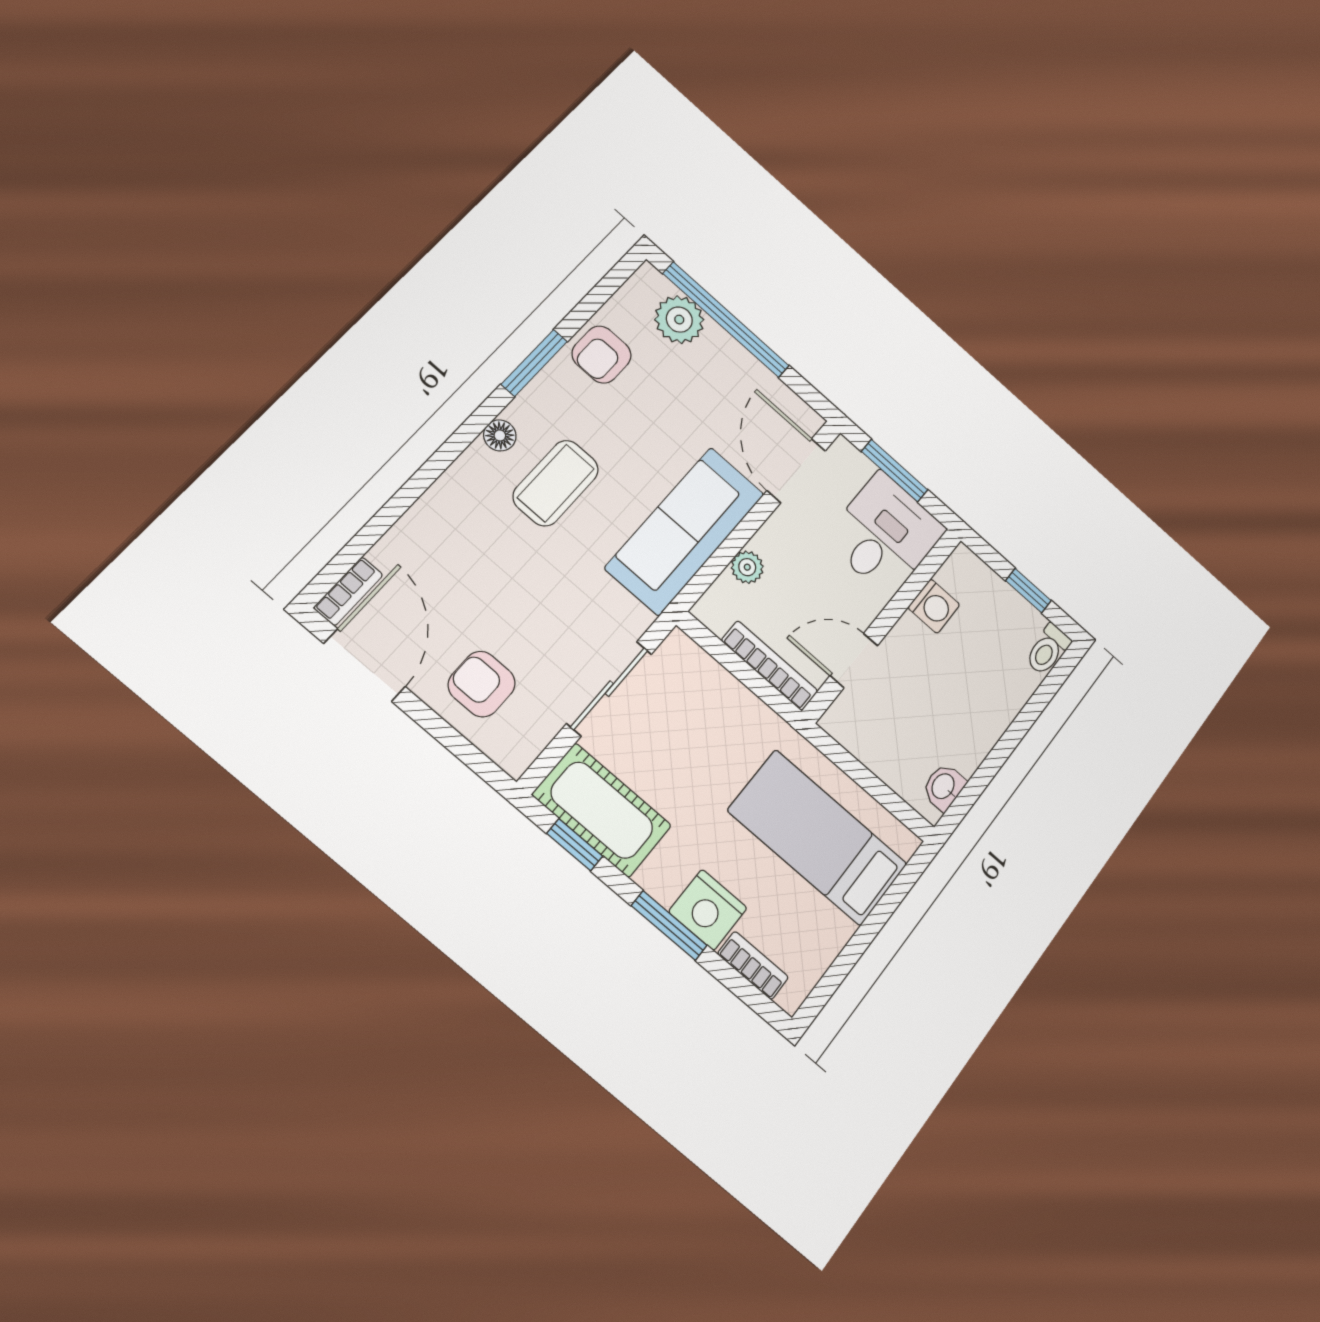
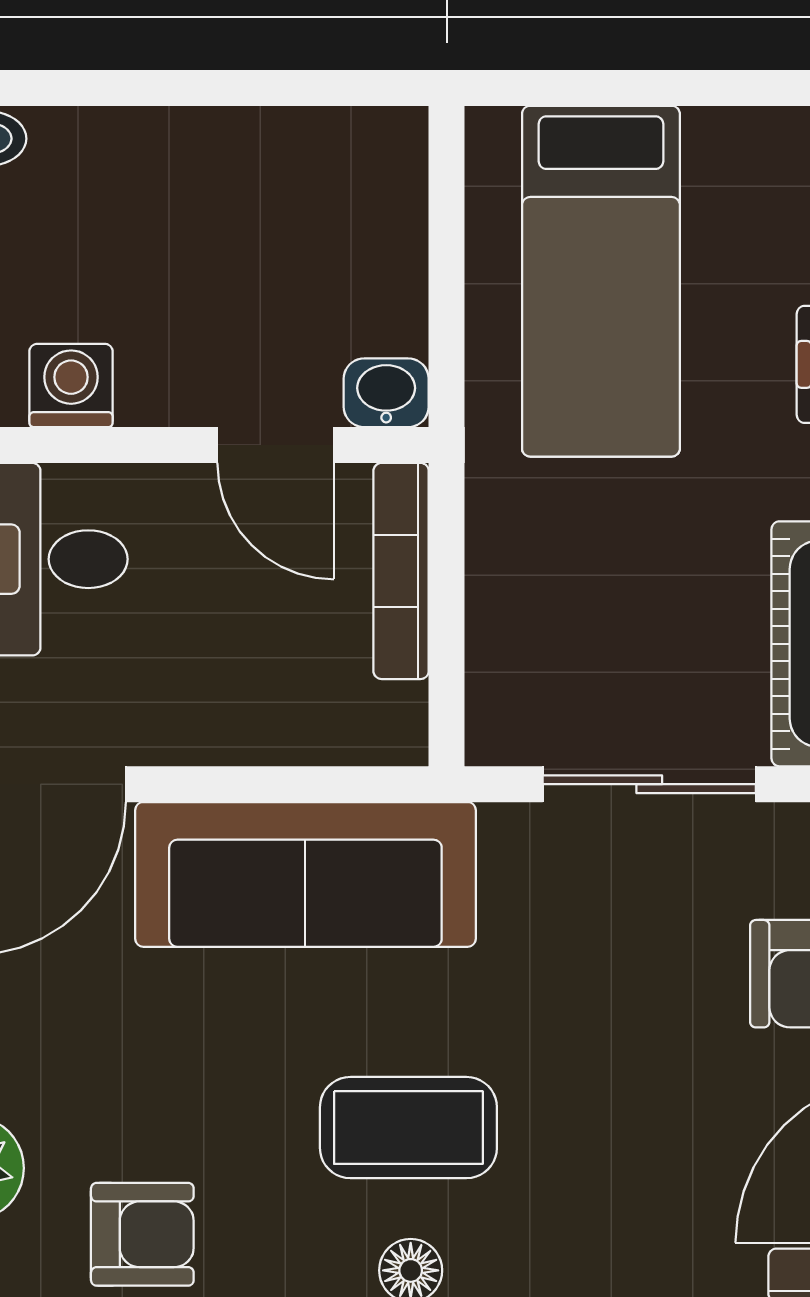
plant: (747, 567) -> (277, 733), removed
washbasin: (944, 787) -> (386, 393), moved, turned 180

